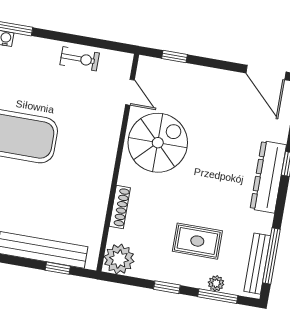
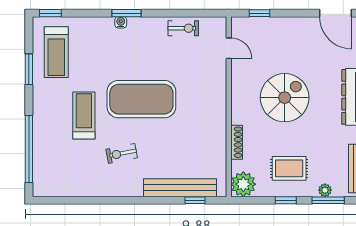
spiral stairs: (158, 143) -> (285, 98), moved
rug: (197, 241) -> (289, 168), moved

